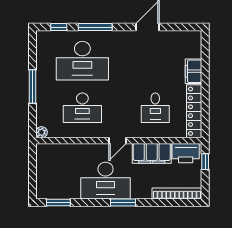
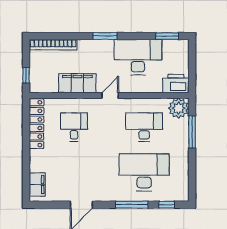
filing cabinet: (194, 71) -> (37, 185), moved
window: (32, 87) -> (192, 132), moved
plant: (42, 132) -> (179, 108), width x1.87, depth x1.87
printer: (186, 153) -> (176, 84), moved
desk: (106, 181) -> (138, 57), moved

